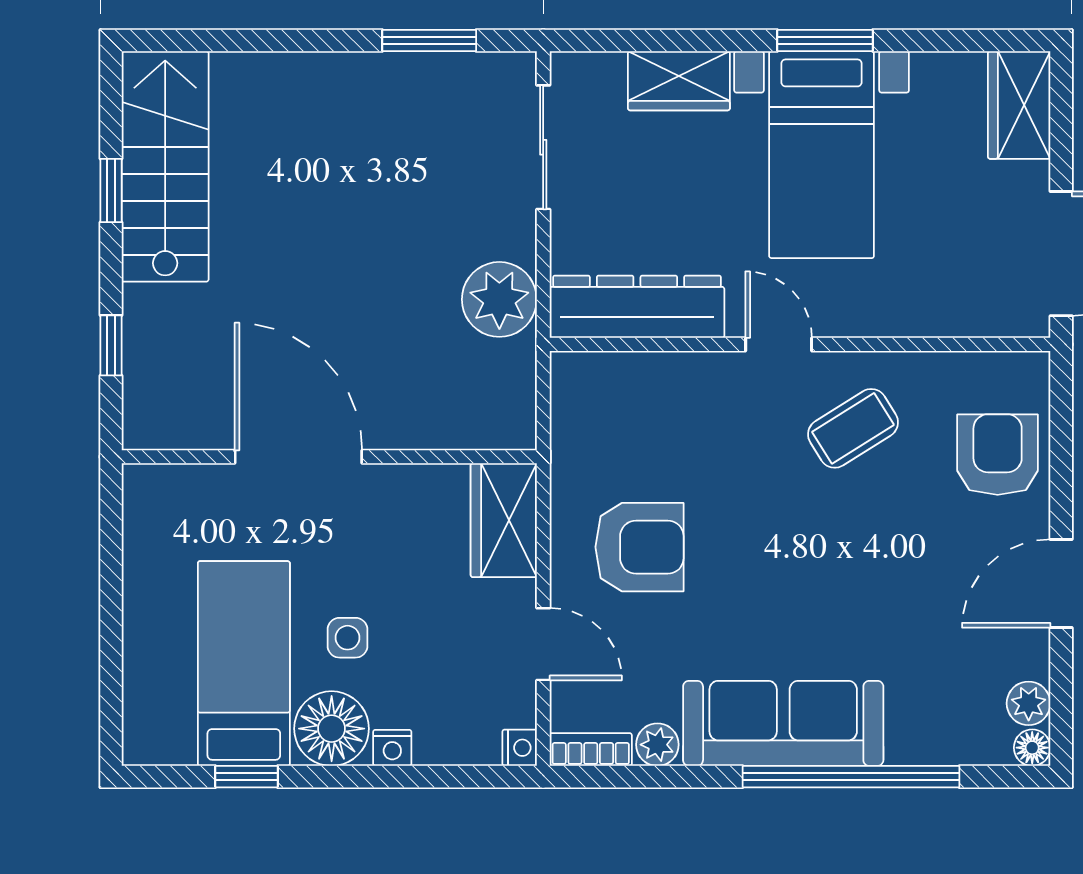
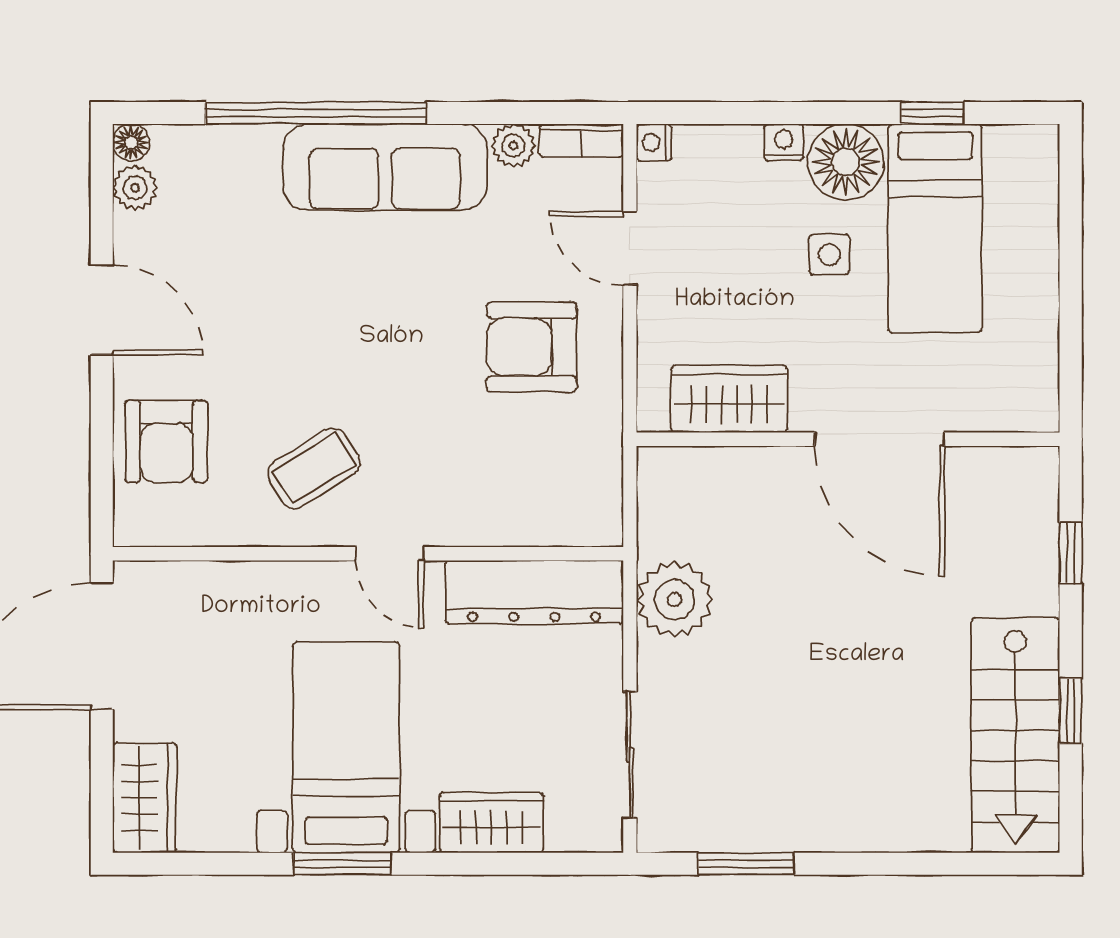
wardrobe: (504, 520) -> (729, 399), moved, turned -90
door: (1061, 583) -> (102, 310), hinge flipped

